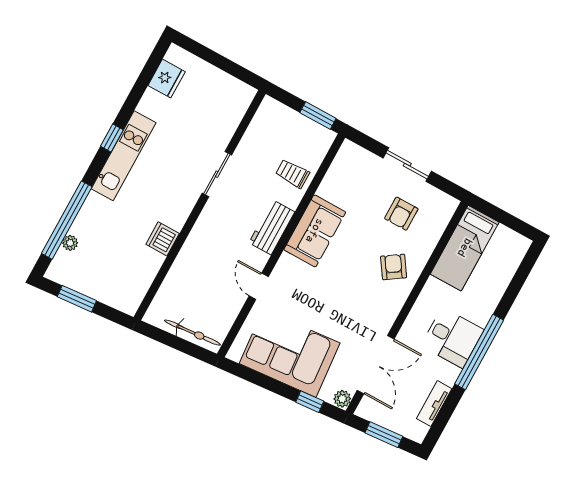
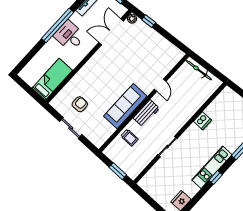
window: (318, 116) -> (118, 171), moved
sofa: (315, 231) -> (125, 106), width x1.36
armchair: (394, 267) -> (90, 78), removed
corner sofa: (290, 353) -> (153, 48), removed

